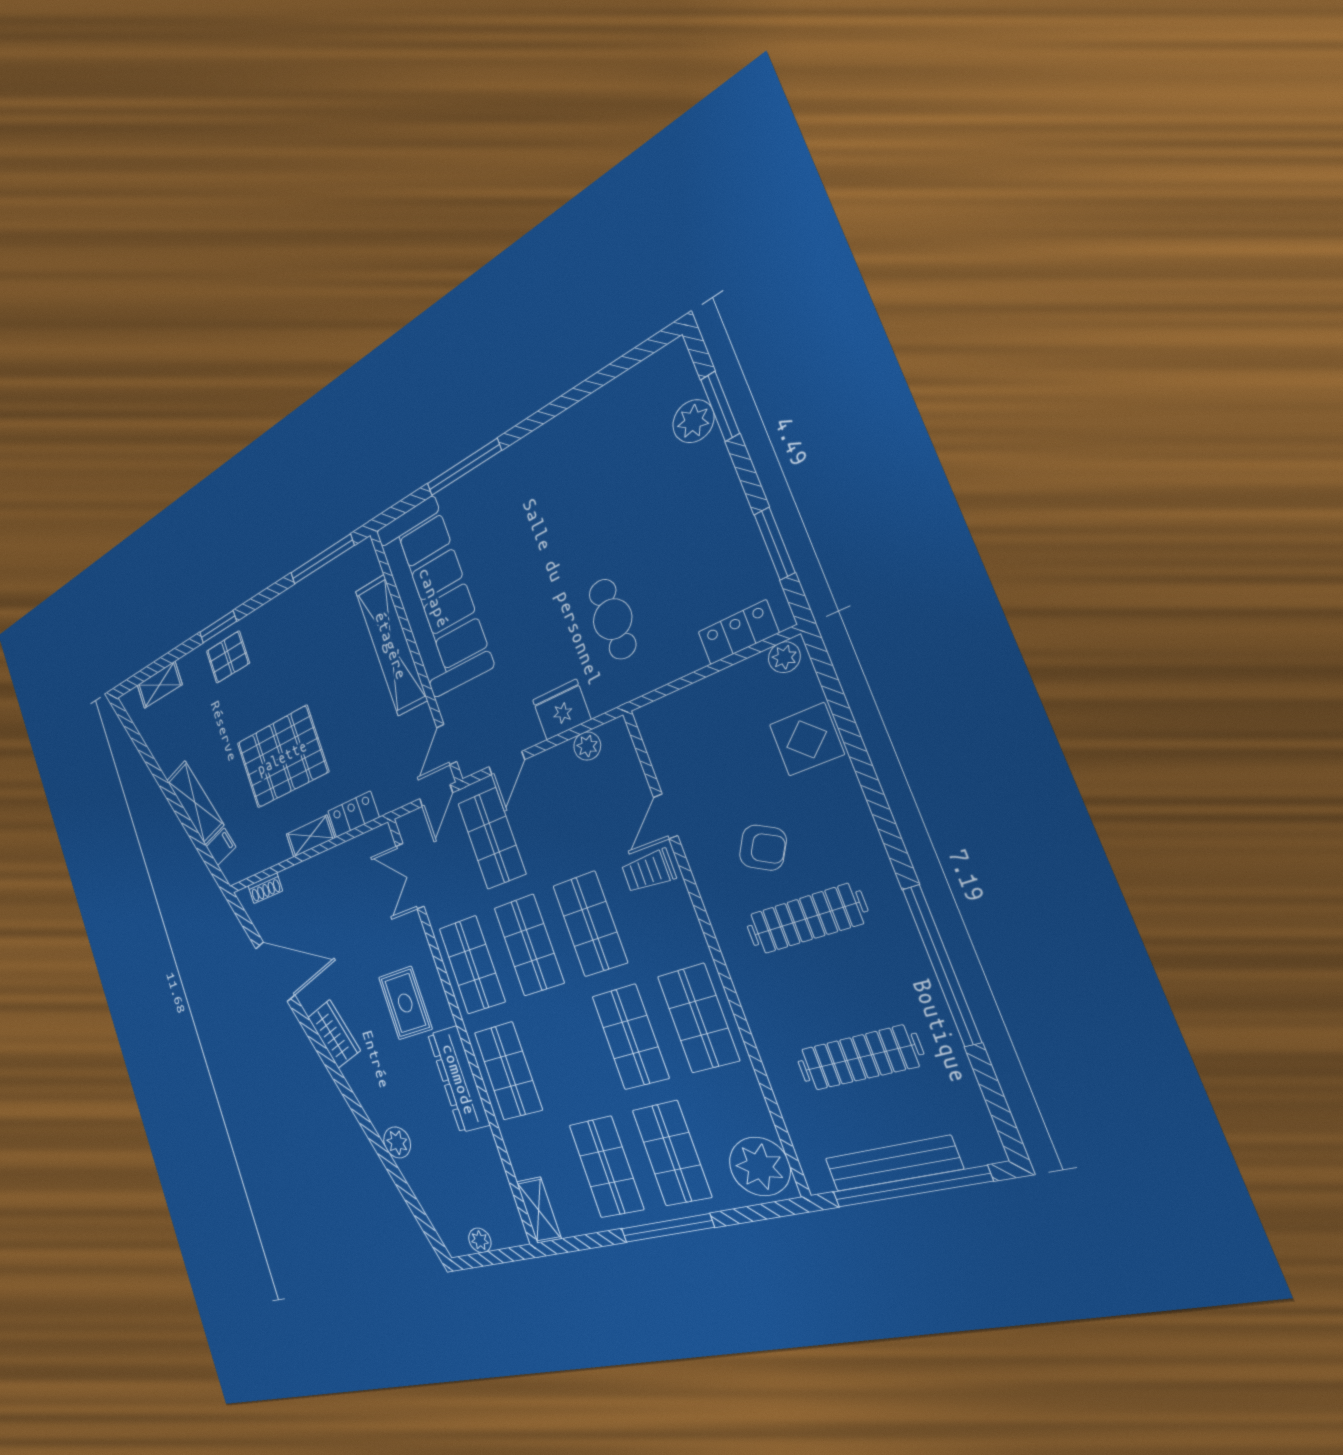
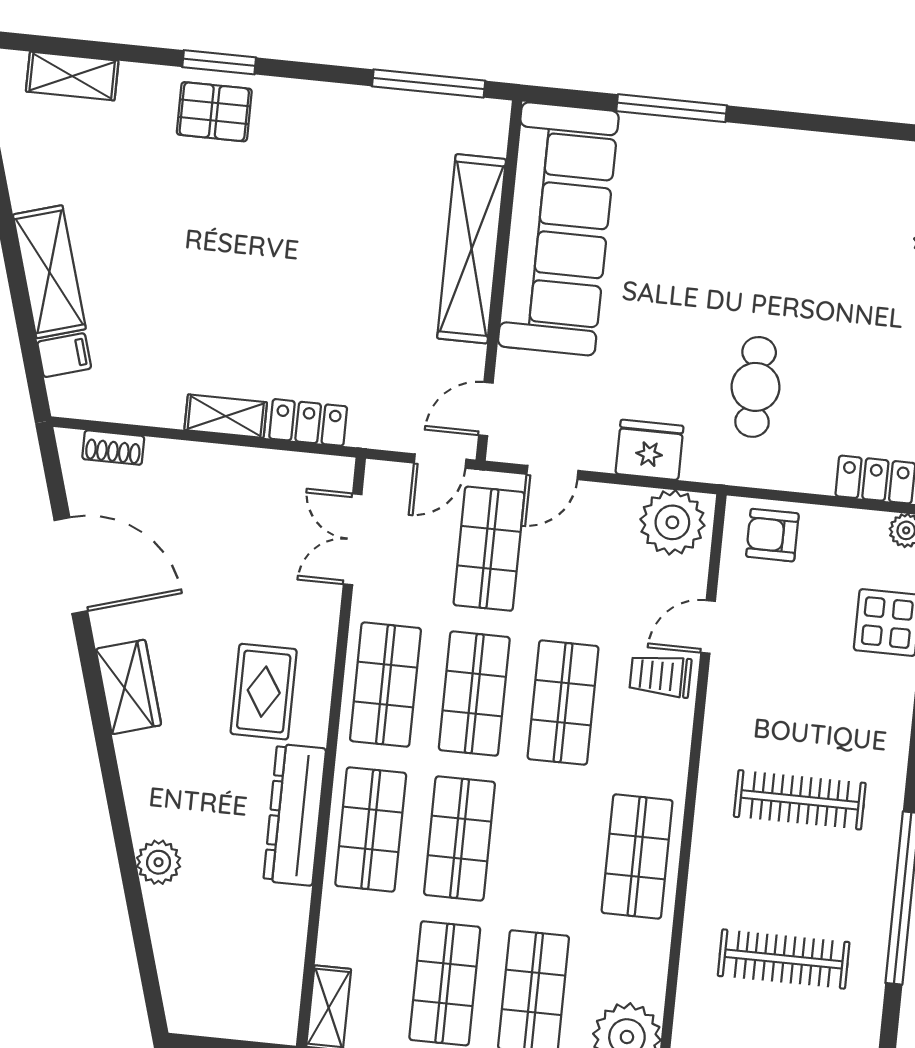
plant: (587, 746) -> (672, 522), width x1.88, depth x1.88
pallet: (282, 757) -> (234, 292), removed
armchair: (763, 848) -> (772, 535), moved, turned 151
shop shelf: (630, 1037) -> (460, 838), moved
plant: (480, 1240) -> (224, 1022), removed

